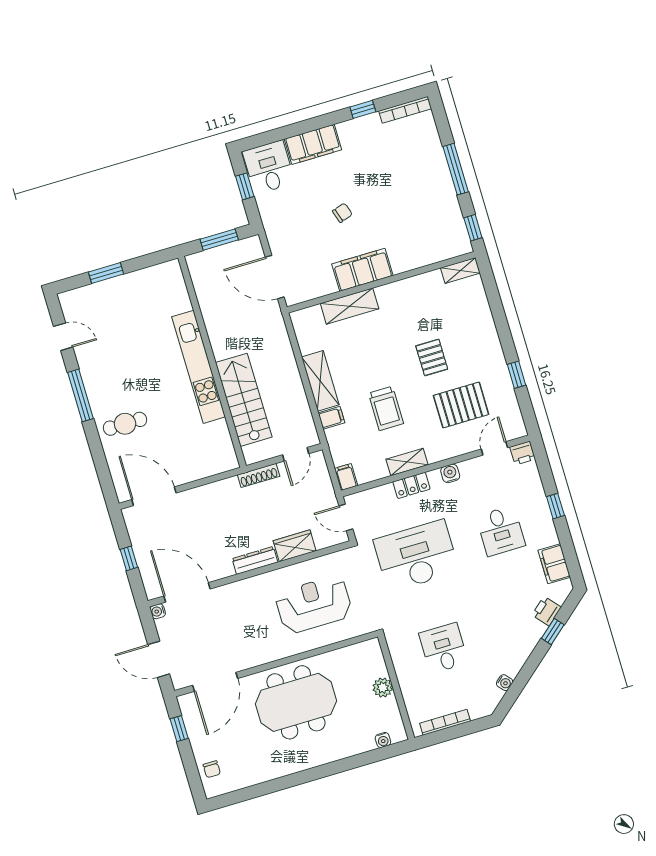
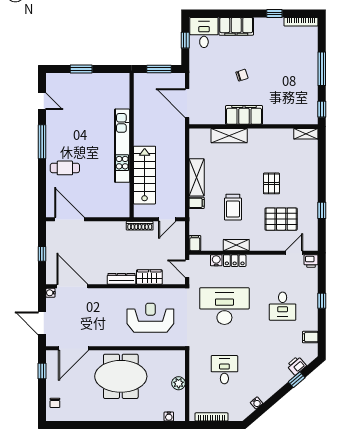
water cooler: (450, 473) -> (216, 260), moved
filing cabinet: (554, 564) -> (310, 337), width x0.50

